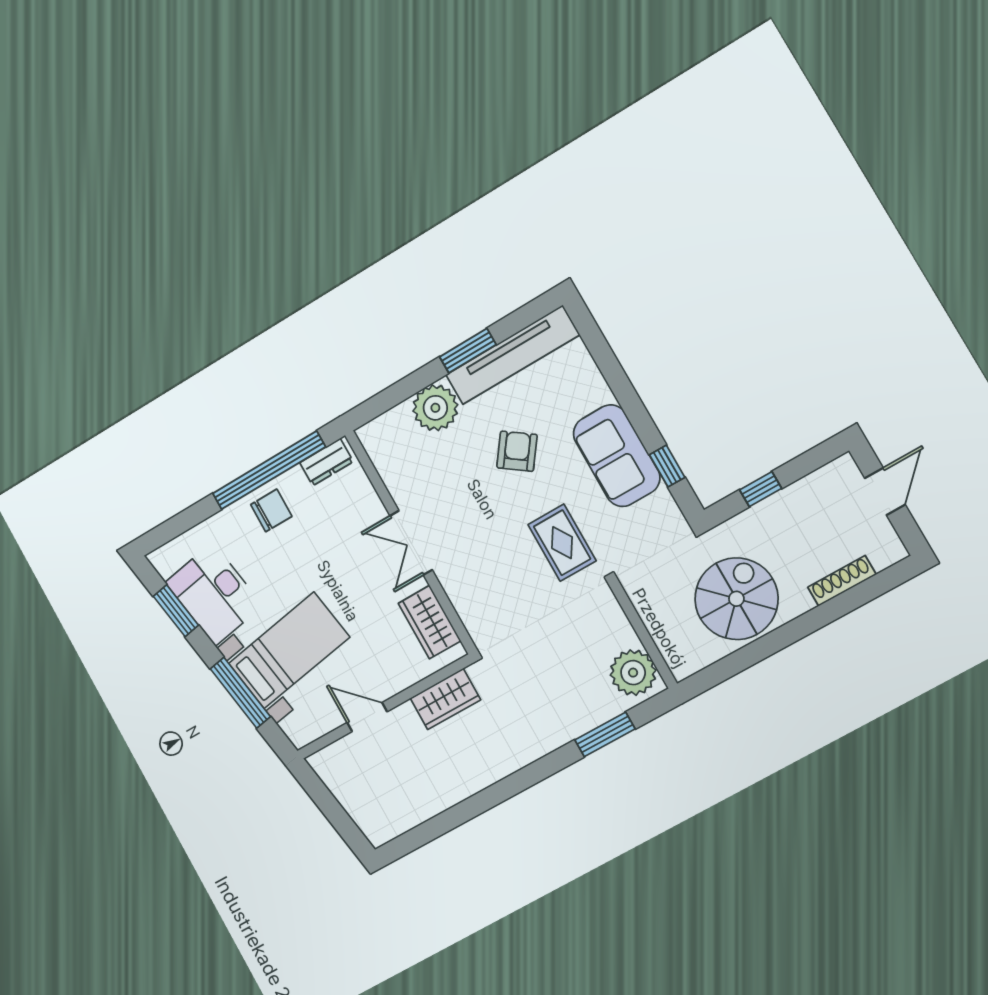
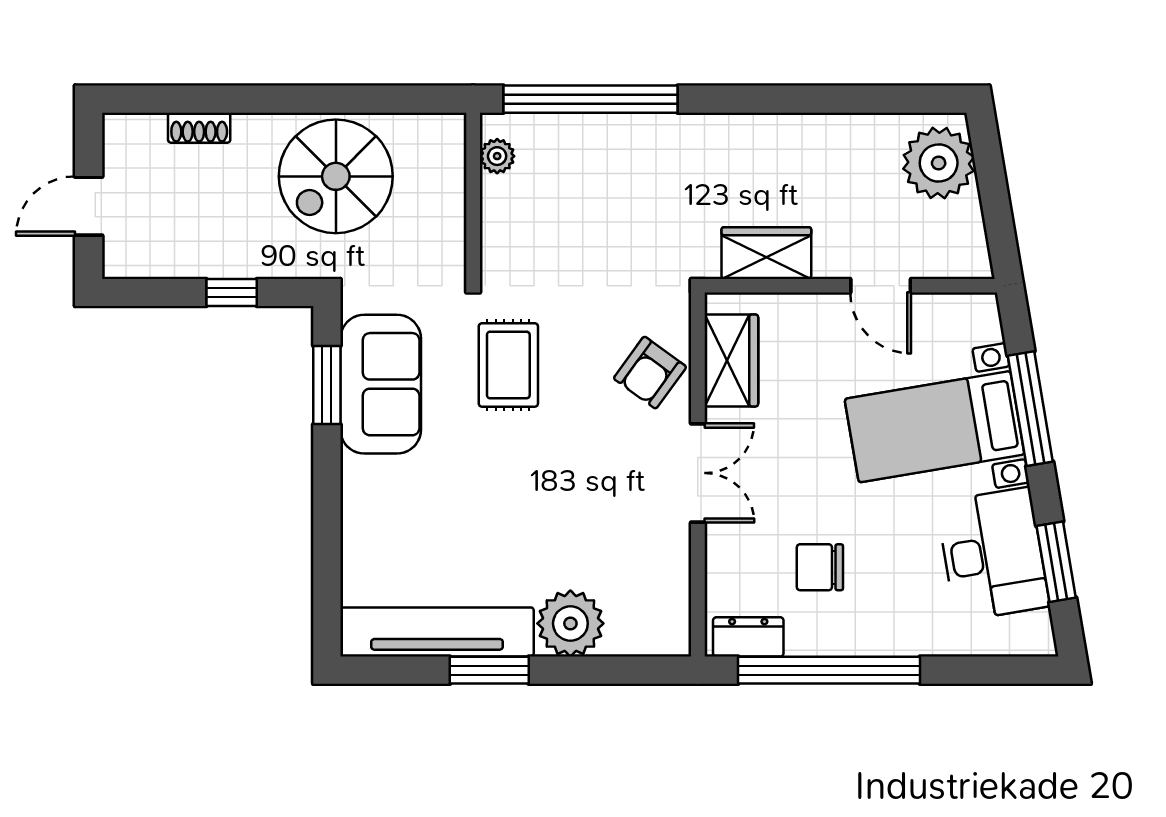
armchair: (517, 451) -> (650, 373), moved
sofa: (617, 456) -> (381, 384), moved
window: (667, 466) -> (327, 385), width x1.50
chair: (271, 510) -> (820, 567), moved
shoe rack: (842, 581) -> (199, 128), width x0.70
plant: (633, 673) -> (497, 156), width x0.53, depth x0.53
window: (605, 734) -> (590, 99), width x2.11
plant: (374, 810) -> (939, 163), added

